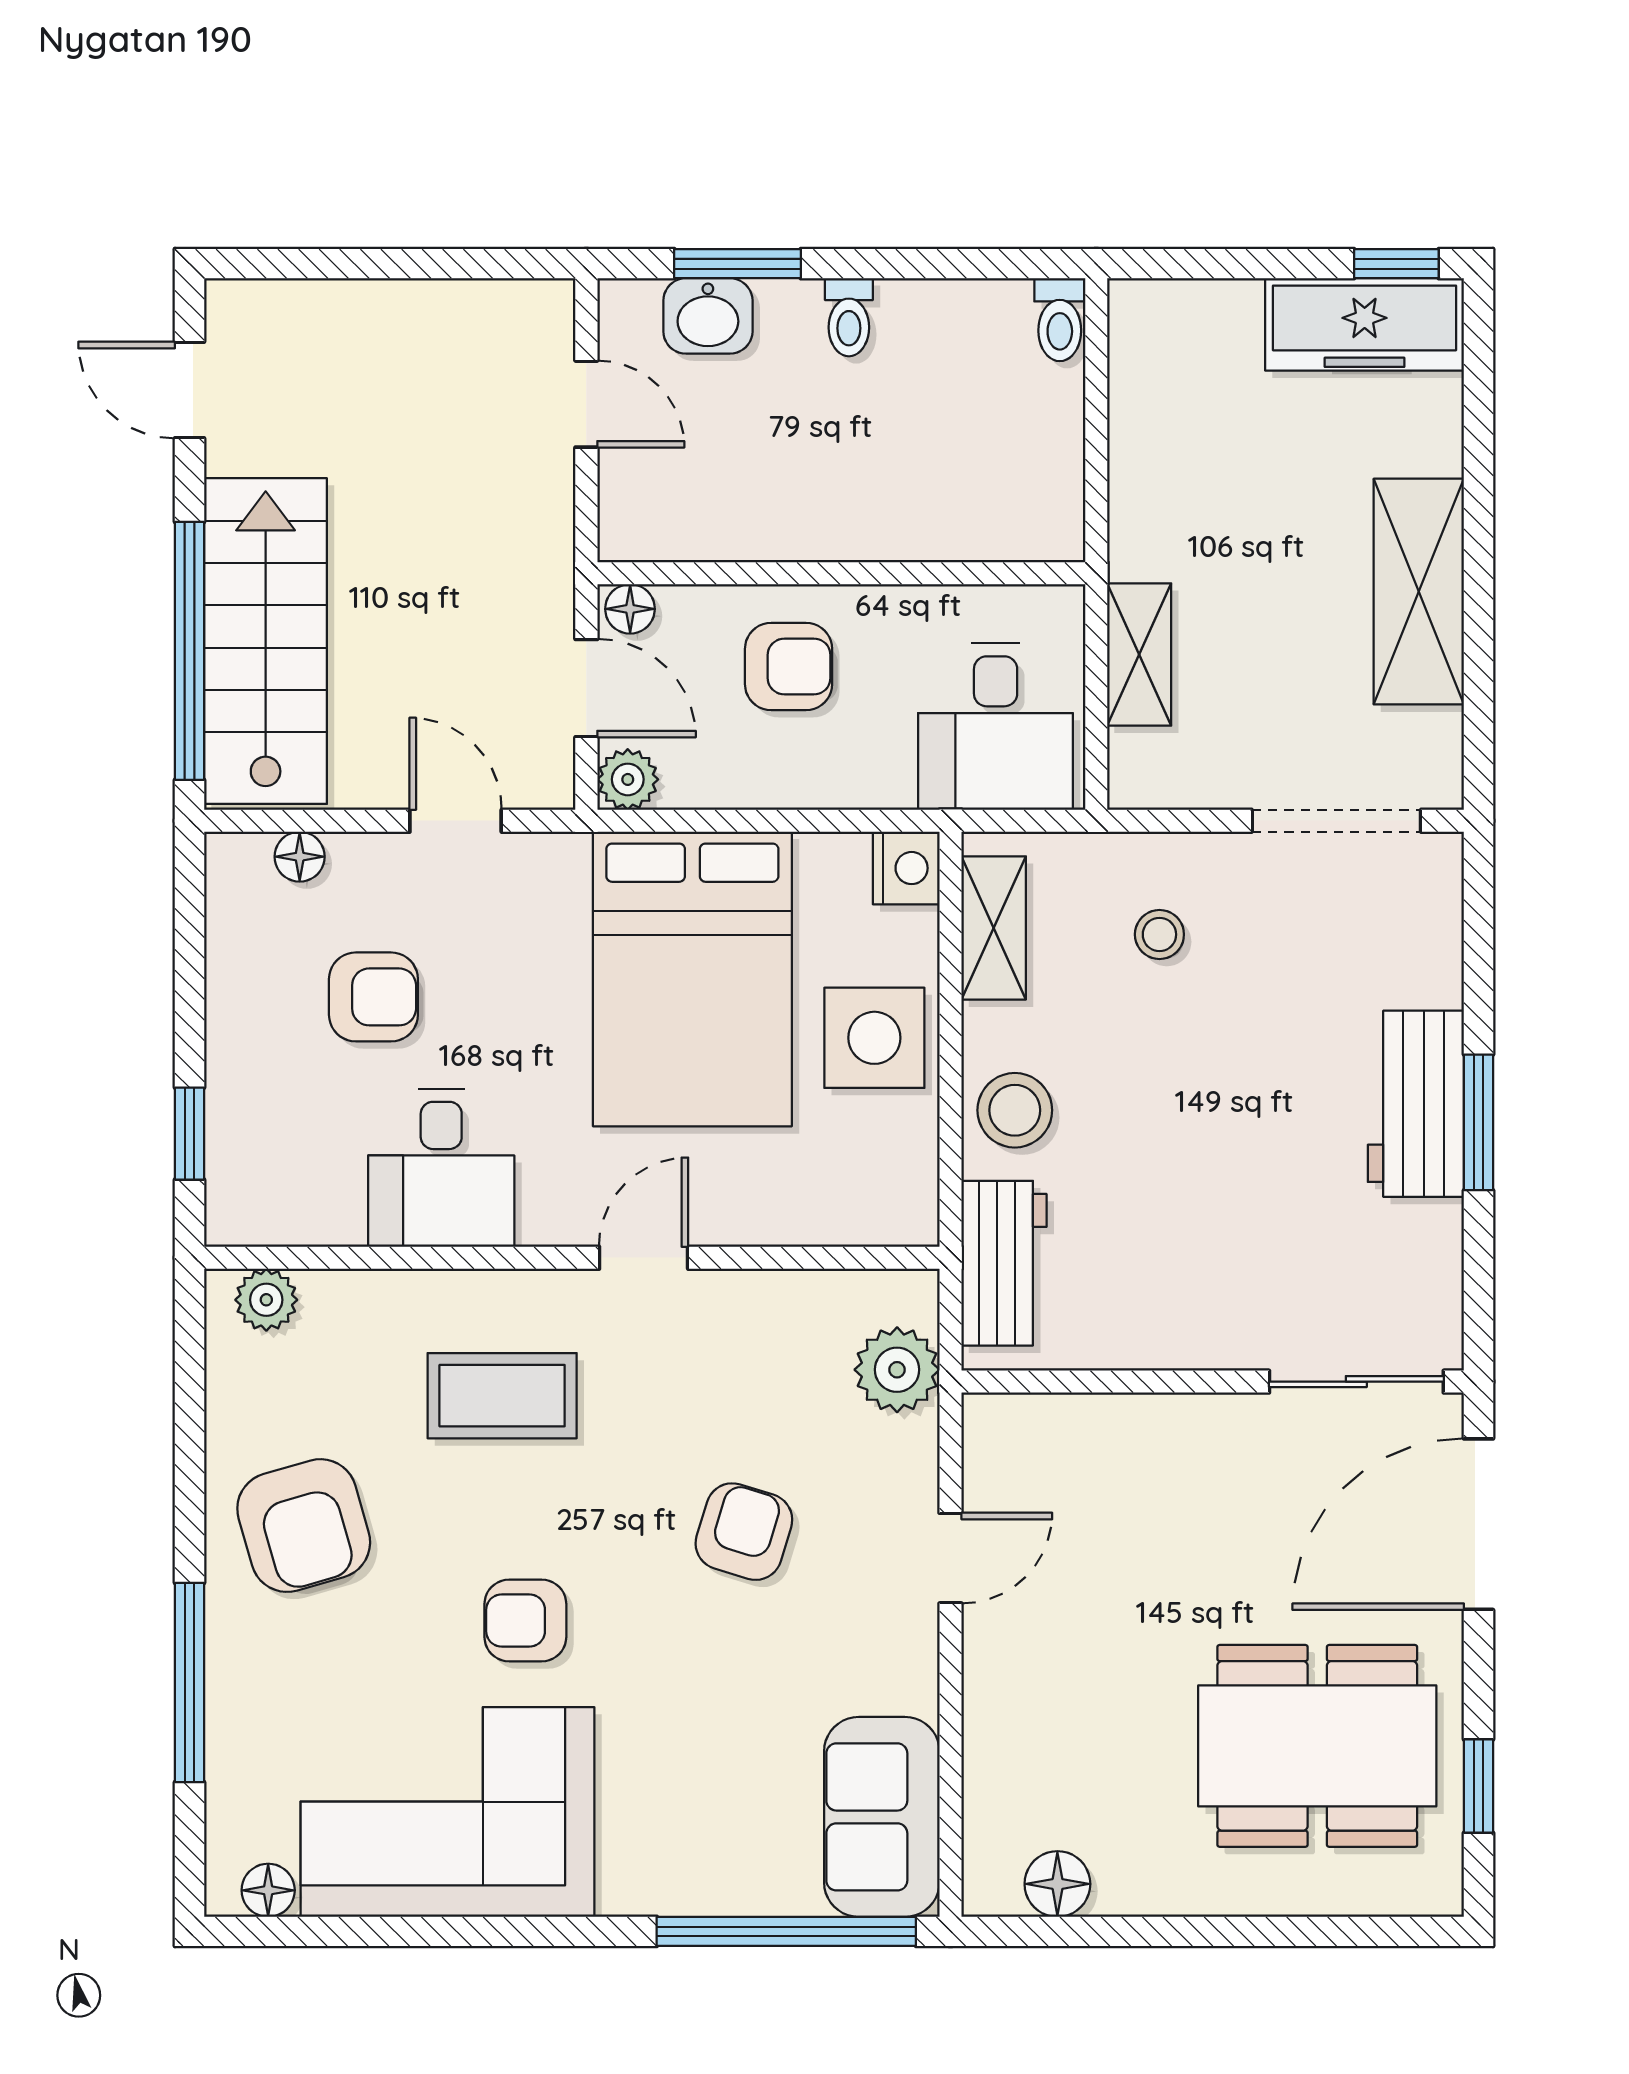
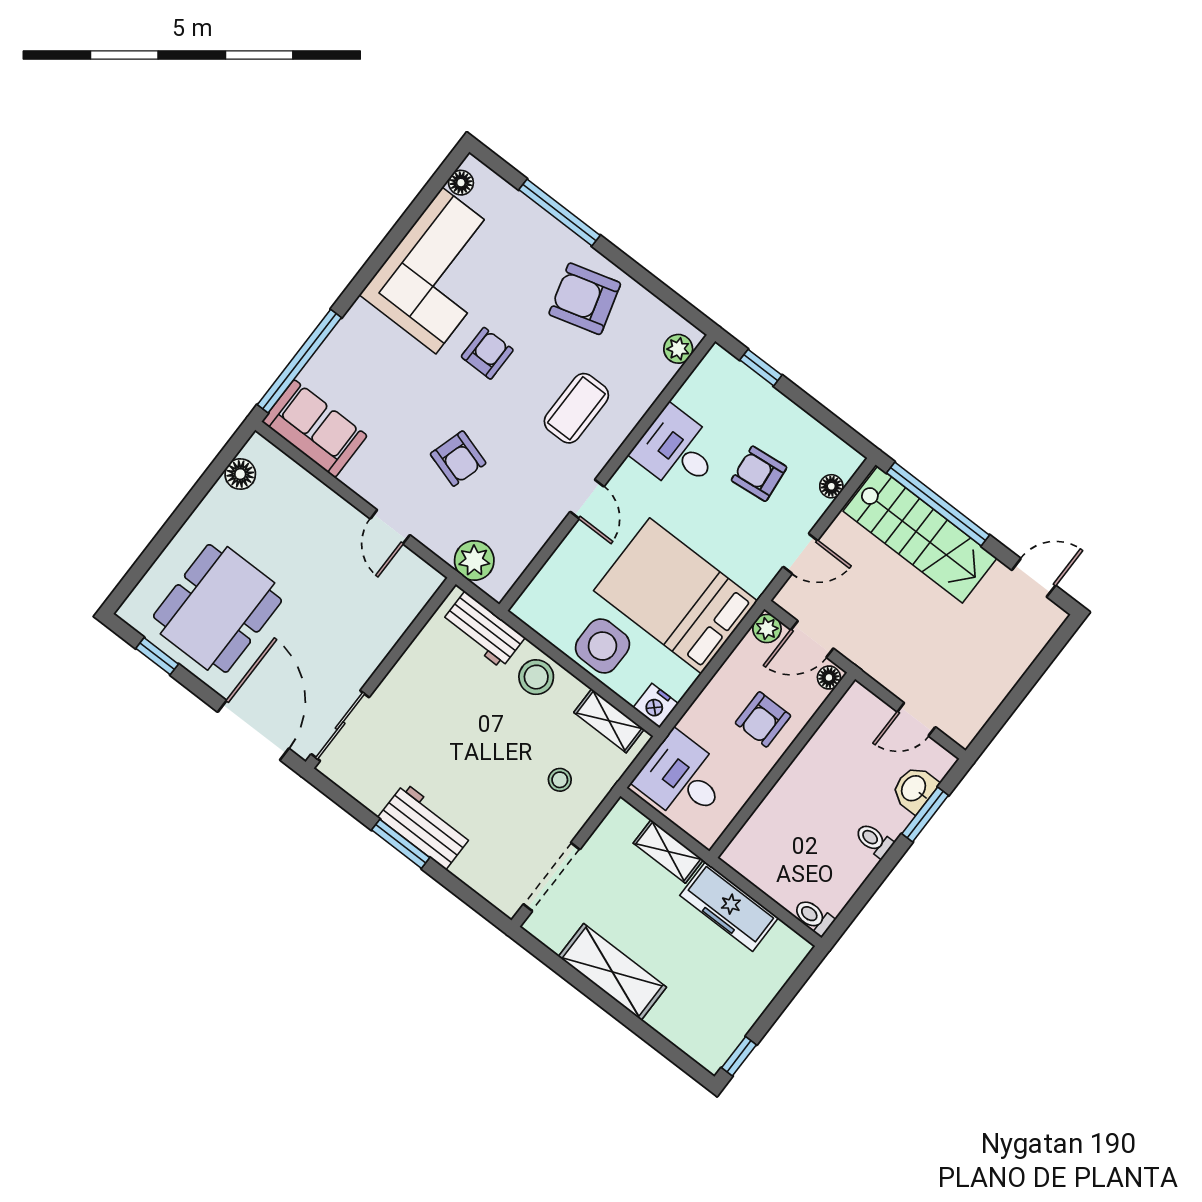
freezer: (1365, 324) -> (729, 907), moved, turned -90
armchair: (373, 997) -> (759, 474), turned 84

